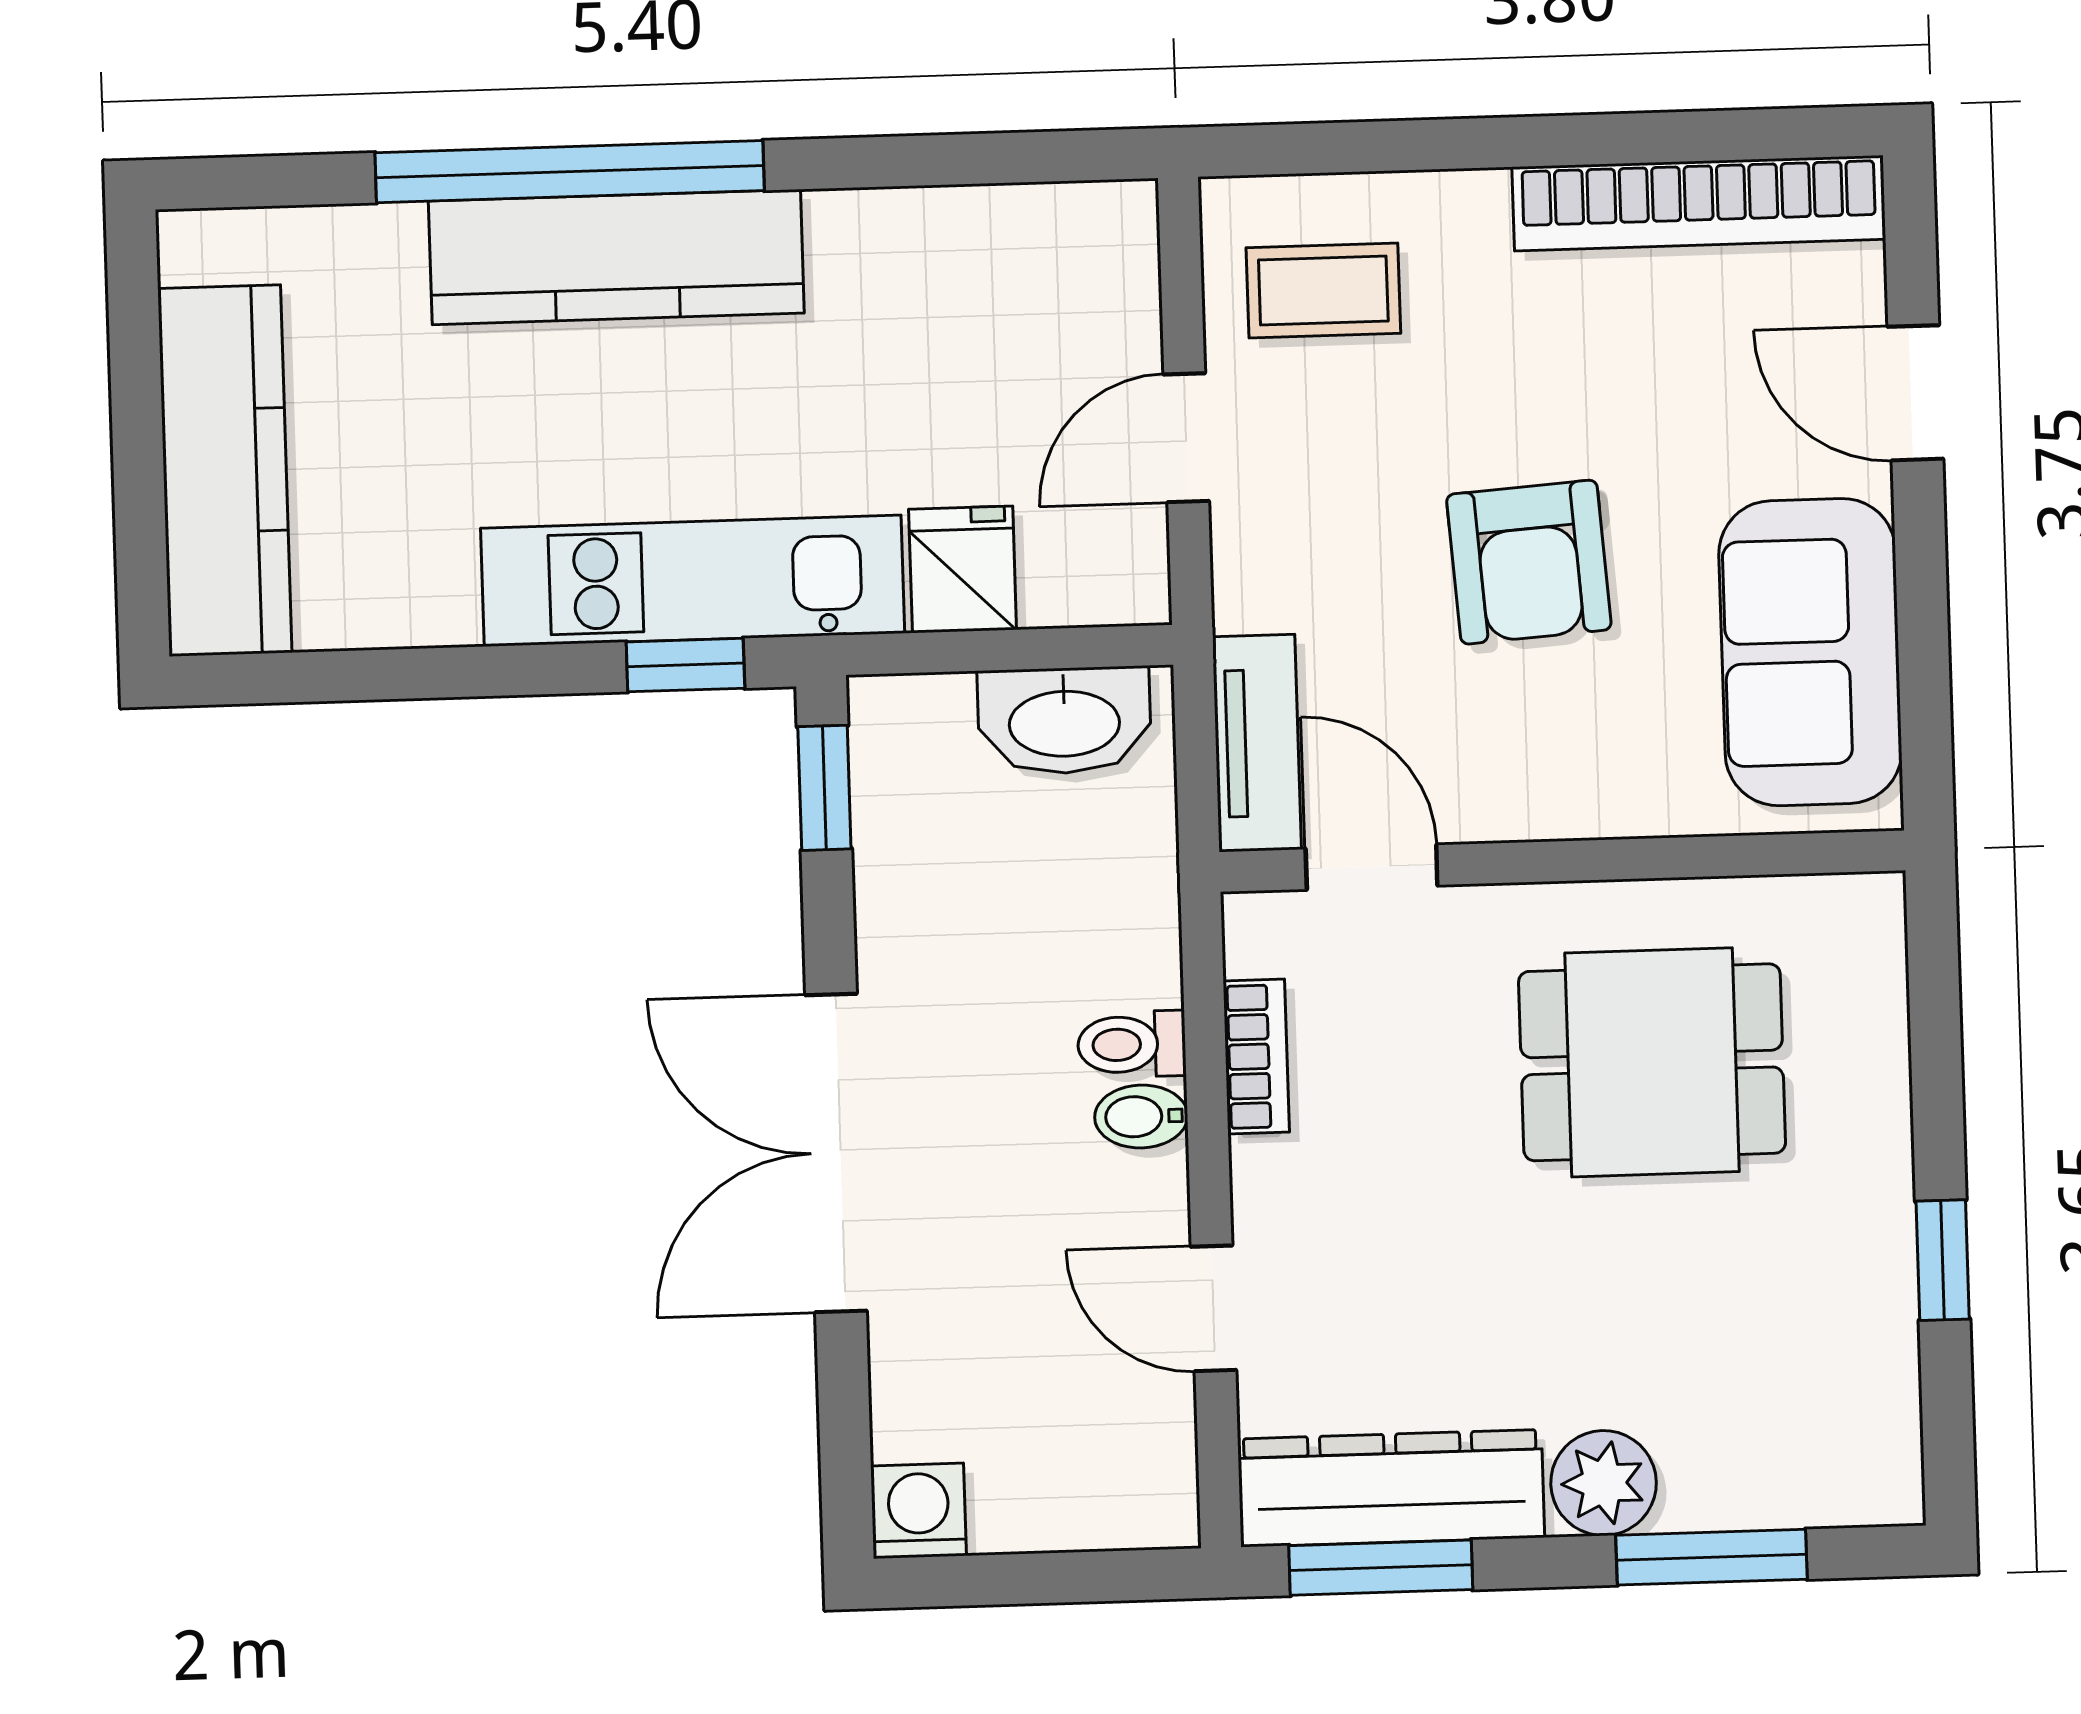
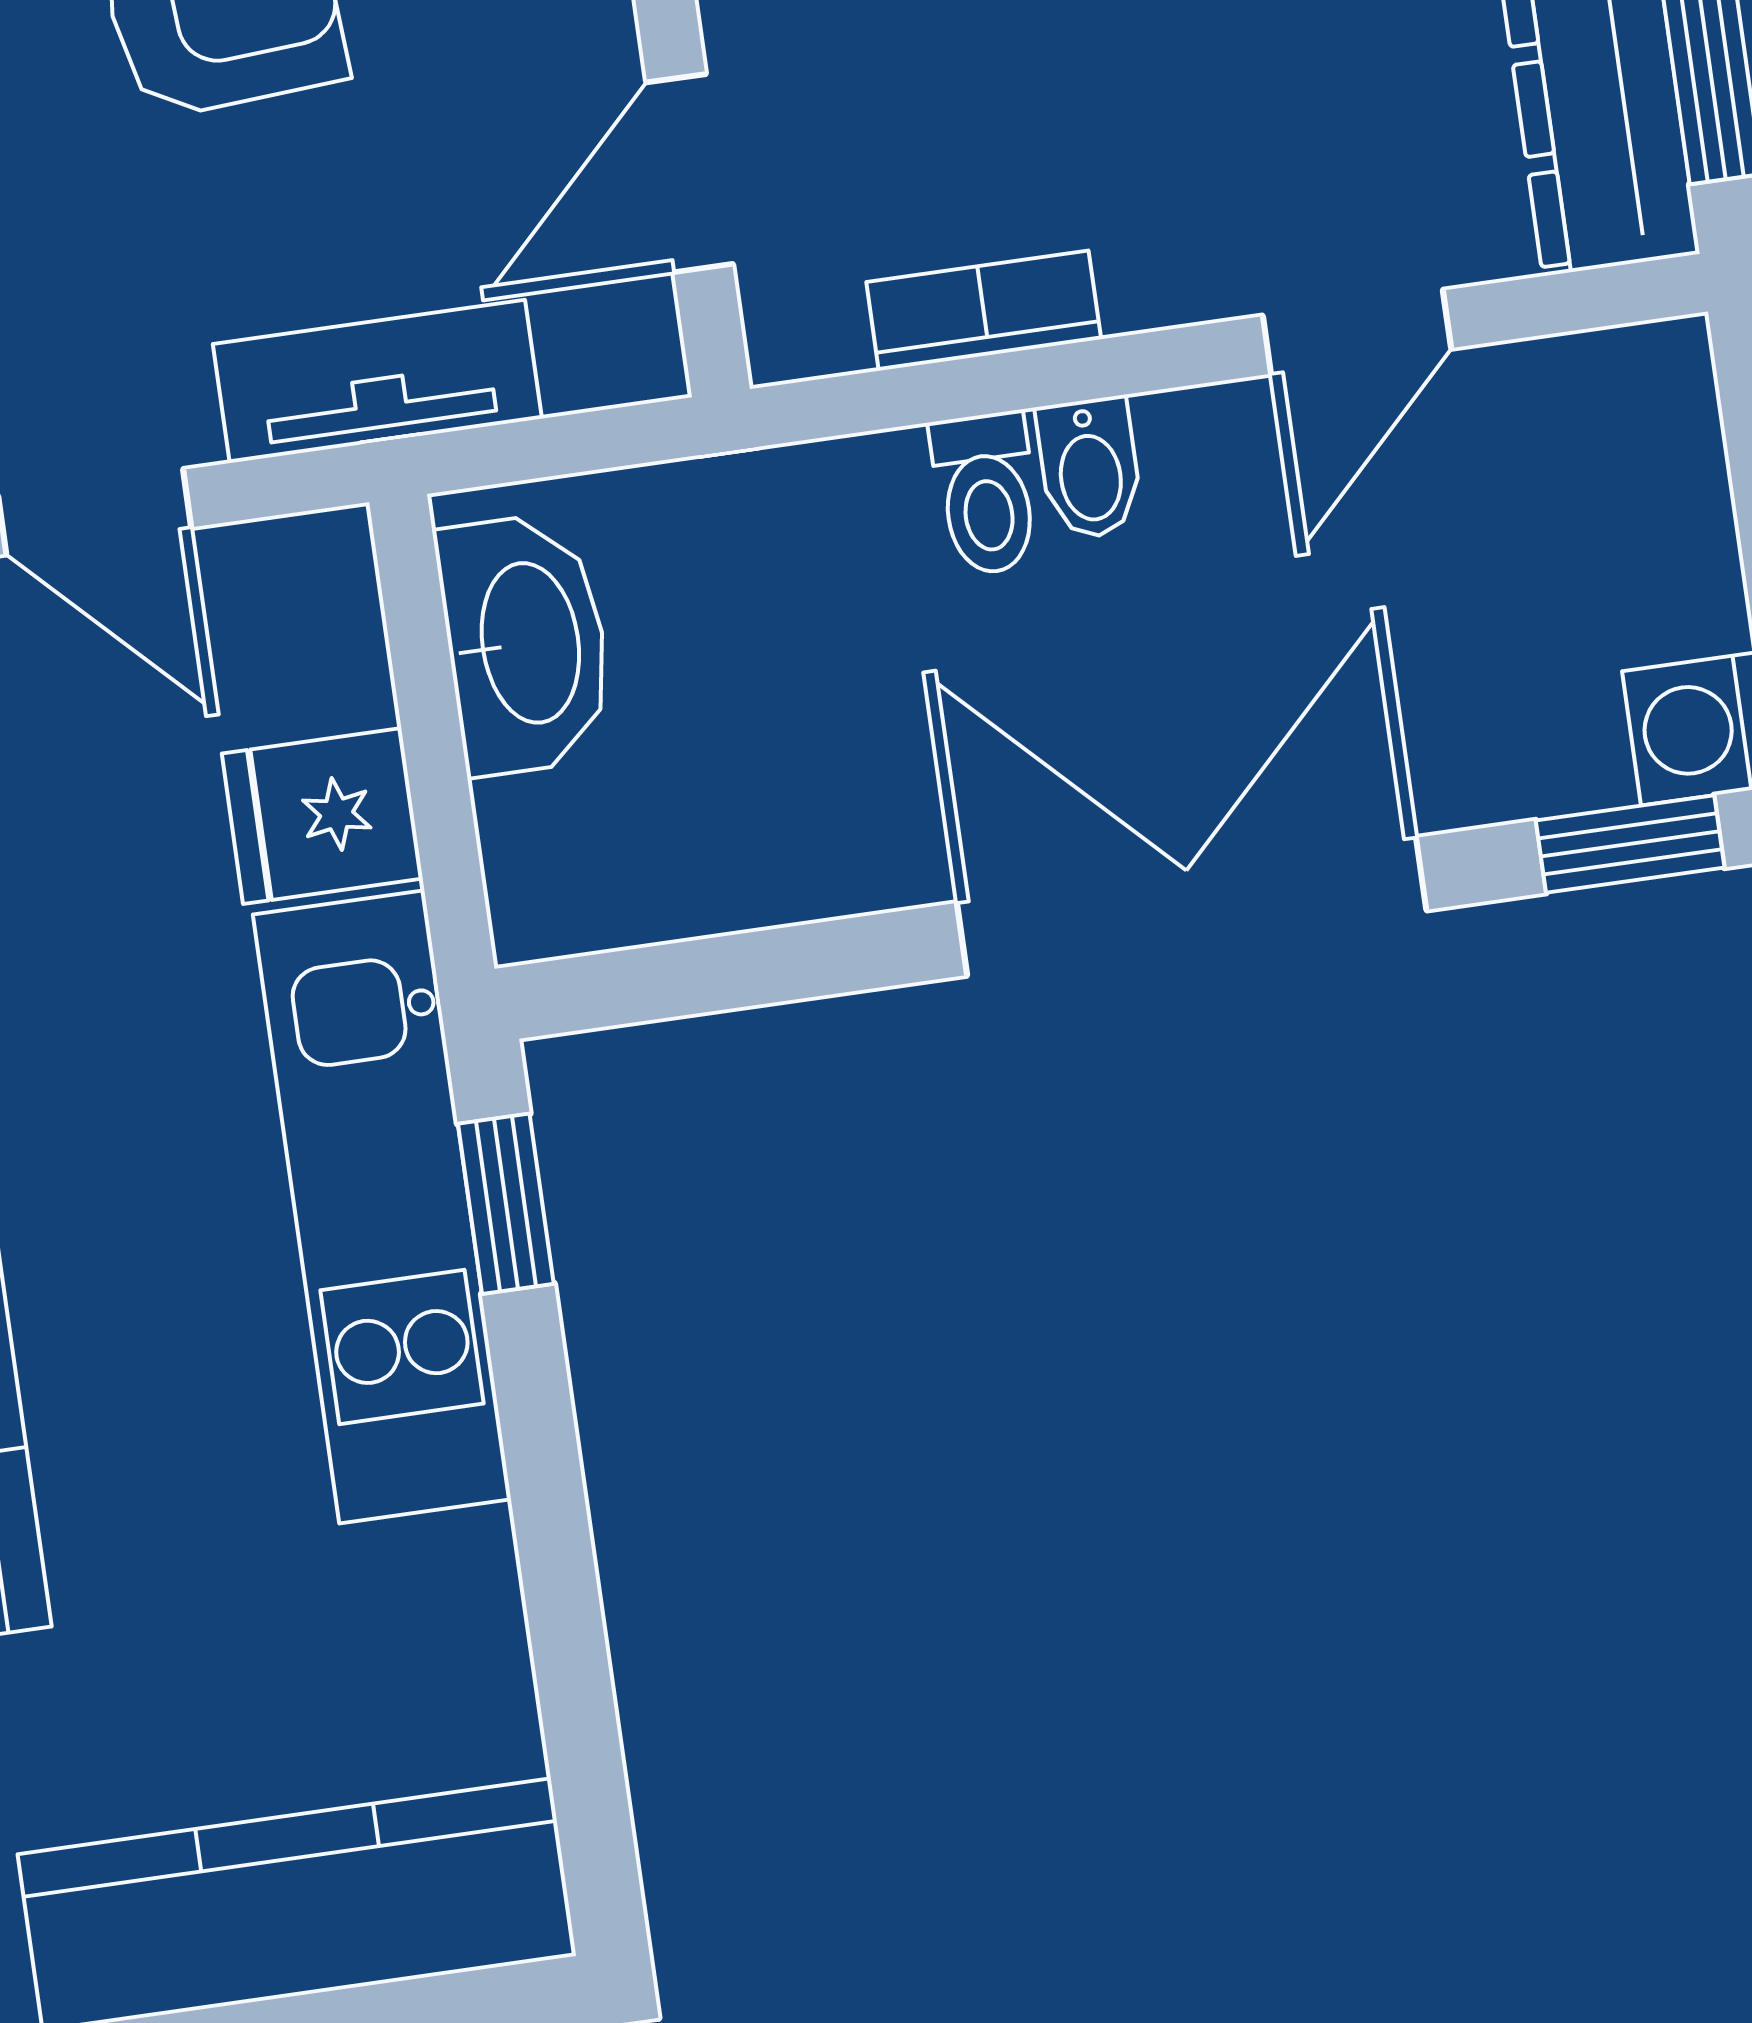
tv unit: (1257, 743) -> (377, 381), moved
window: (824, 788) -> (1630, 844), moved
double door: (836, 1153) -> (1192, 906), swing flipped

